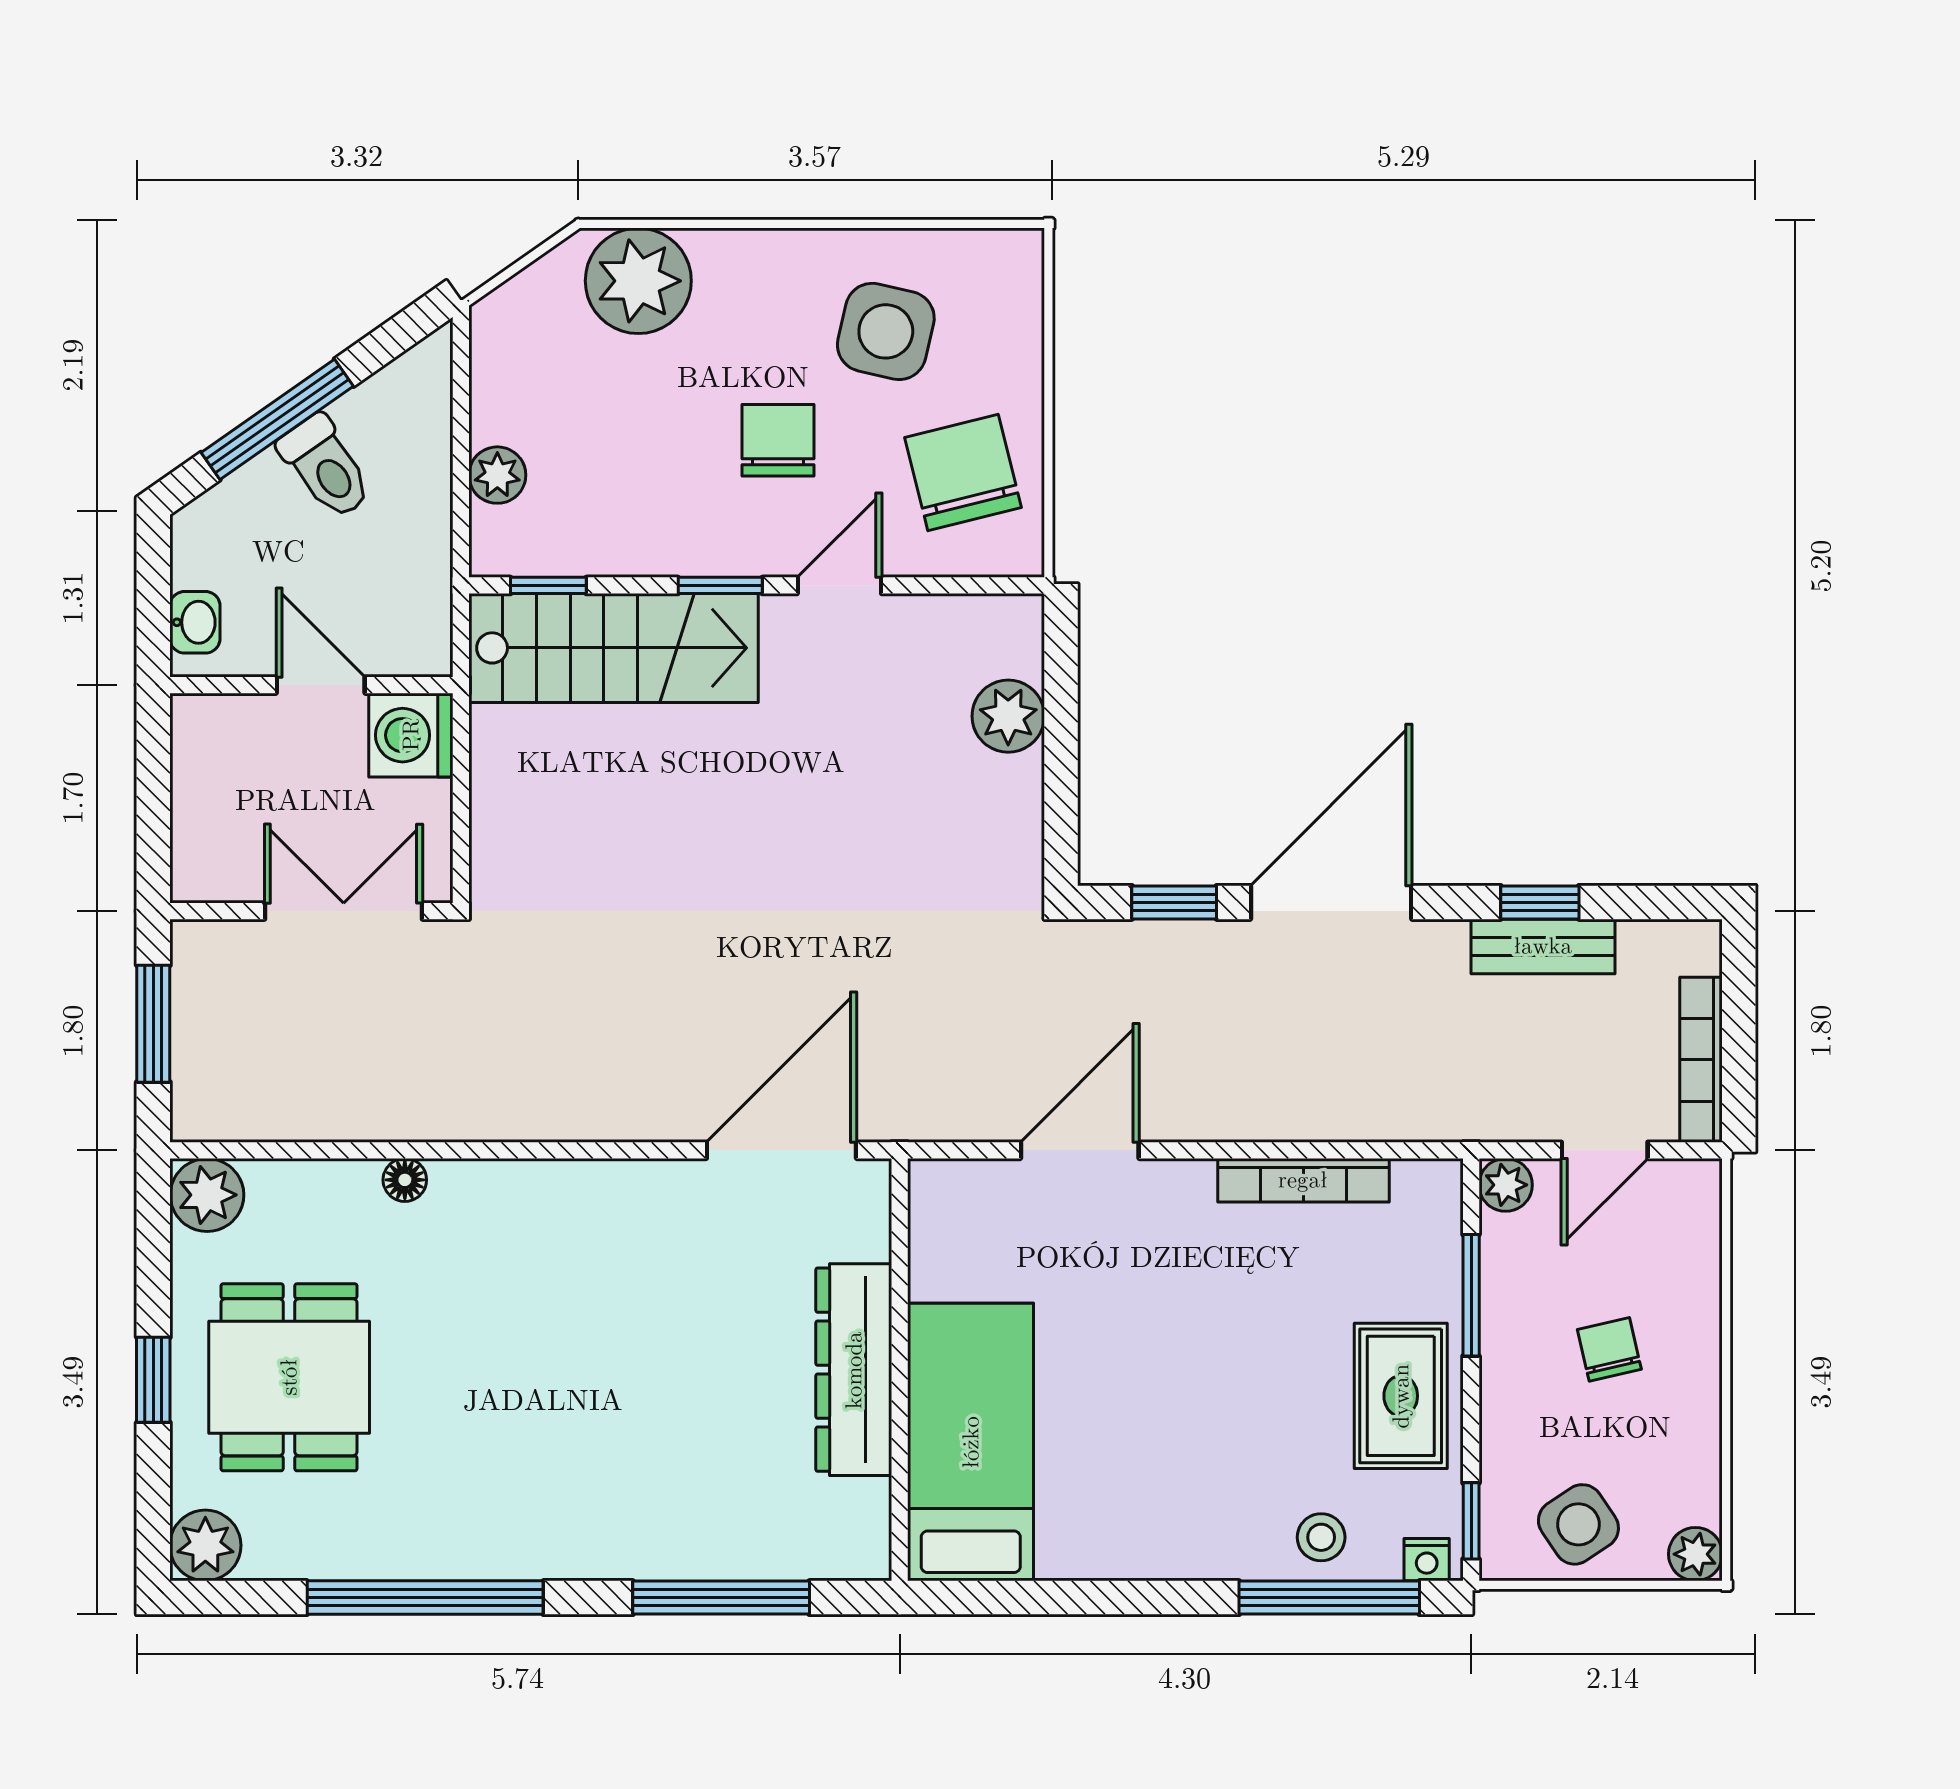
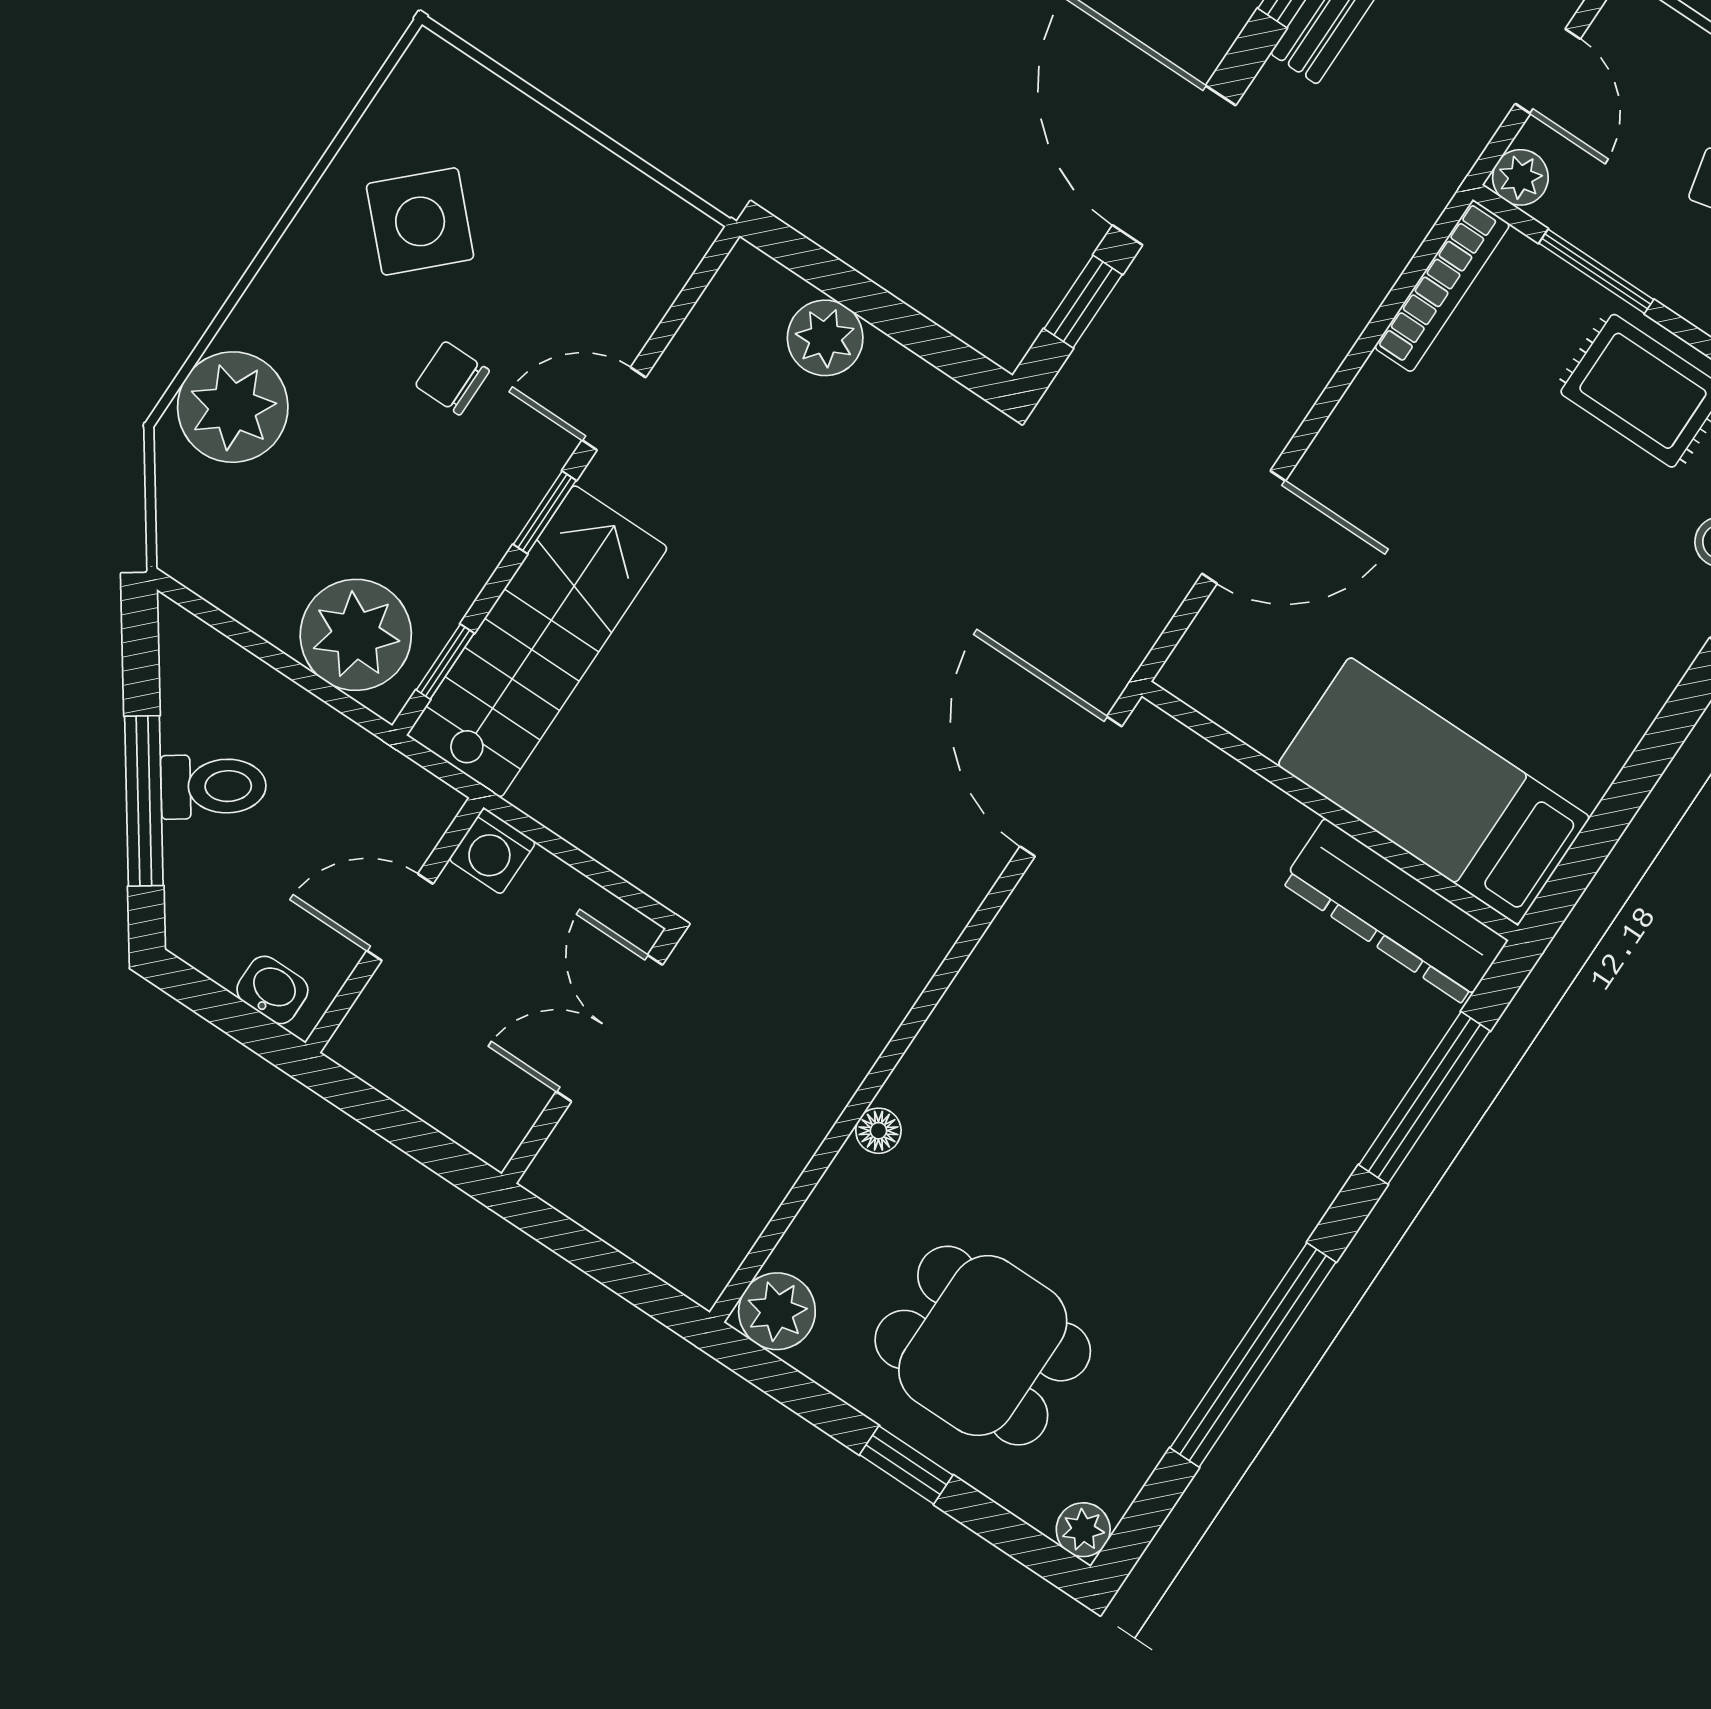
side table: (886, 331) -> (420, 221), turned 33
chair: (778, 440) -> (452, 378), width x0.73, depth x0.73
chair: (963, 472) -> (587, 236), removed
plant: (497, 475) -> (356, 635), width x1.88, depth x1.88
door: (839, 585) -> (614, 409), hinge flipped
washing machine: (411, 735) -> (492, 851), width x0.73, depth x0.73
window: (153, 1024) -> (597, 1259), removed
door: (1080, 1150) -> (1244, 527), swing flipped
bookcase: (1303, 1180) -> (1442, 286), moved
dresser: (854, 1370) -> (1395, 912), moved
plant: (205, 1545) -> (1083, 1530), width x0.73, depth x0.73

